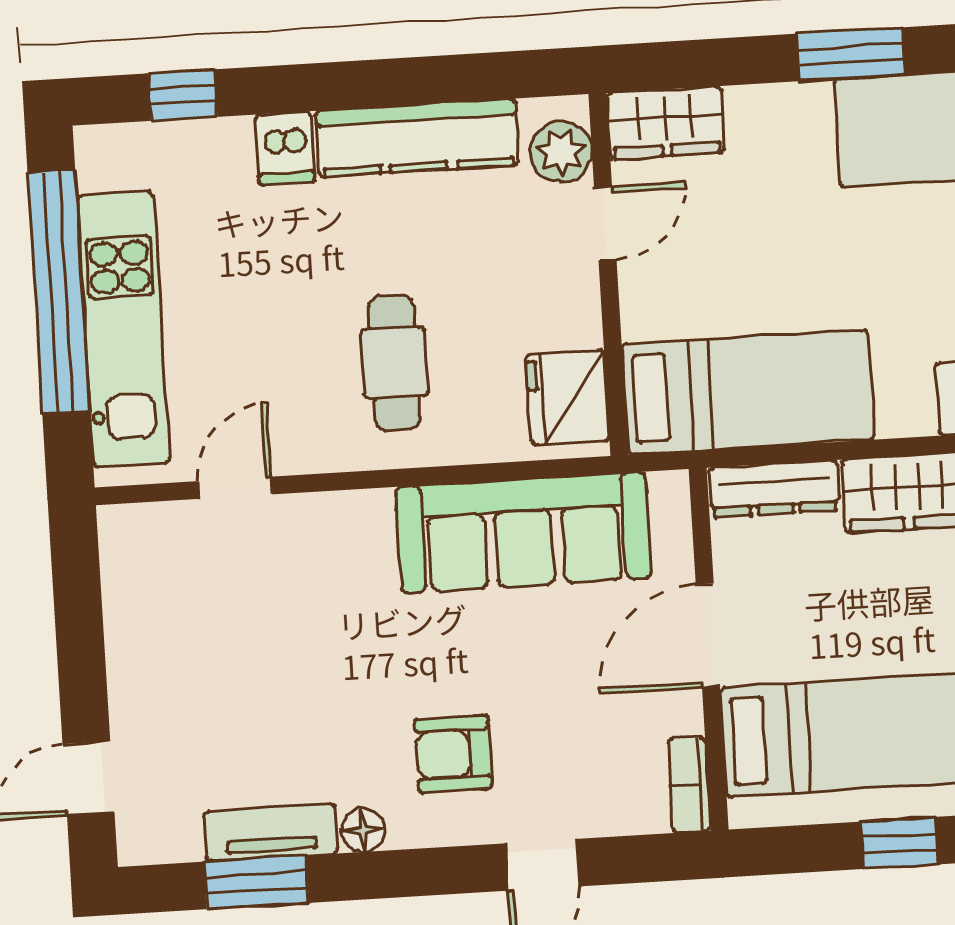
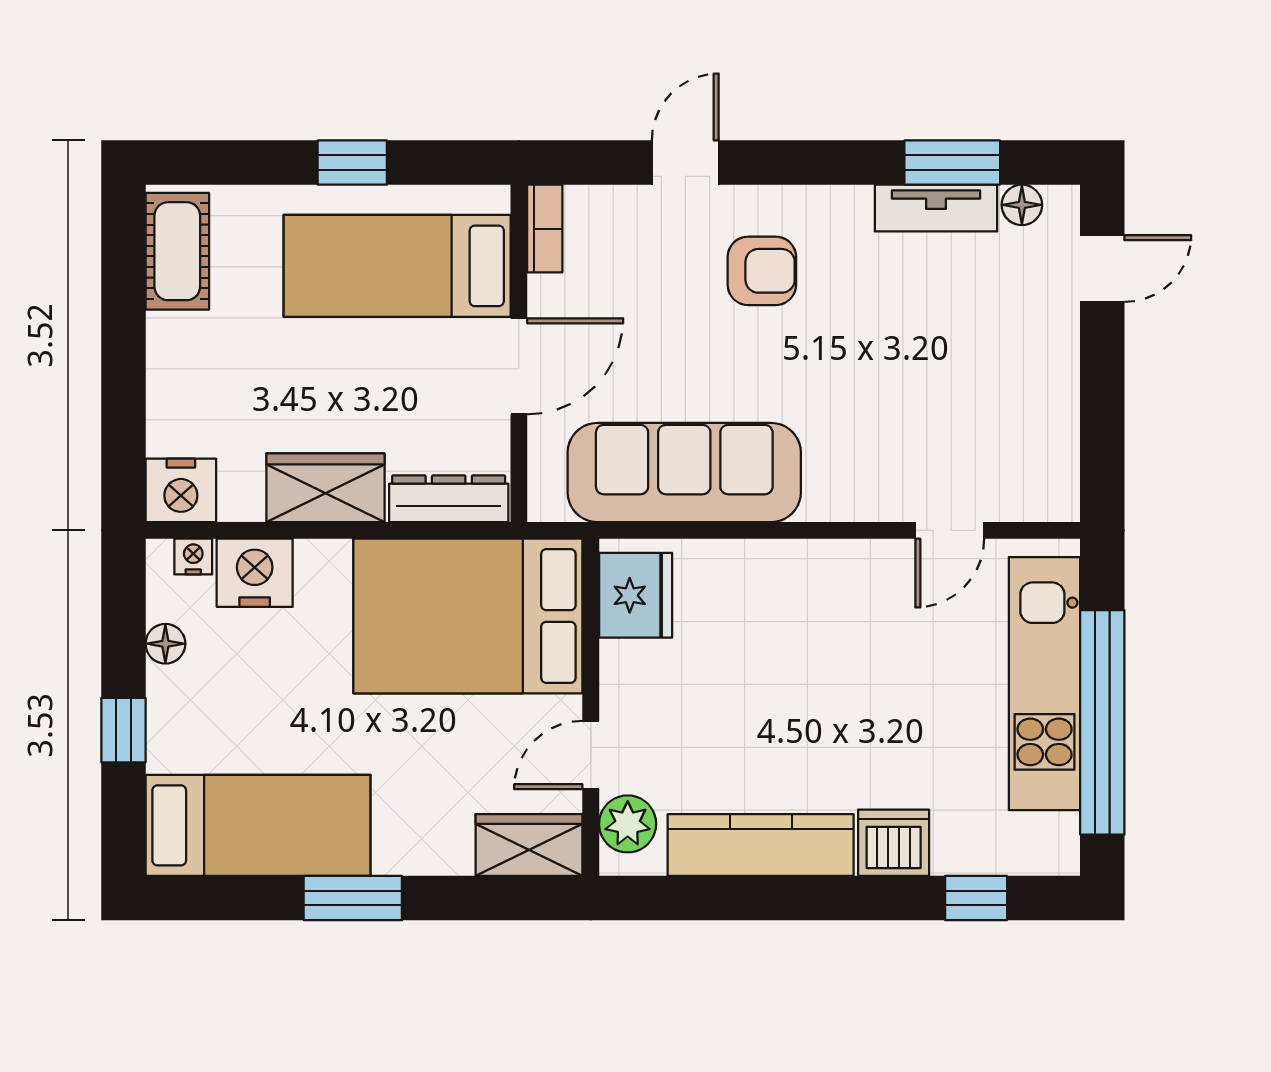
dishwasher: (285, 148) -> (894, 843), width x1.38
cafe table: (394, 363) -> (795, 638), removed
bed: (748, 392) -> (468, 616), width x1.50
floor lamp: (363, 830) -> (1022, 205), moved

